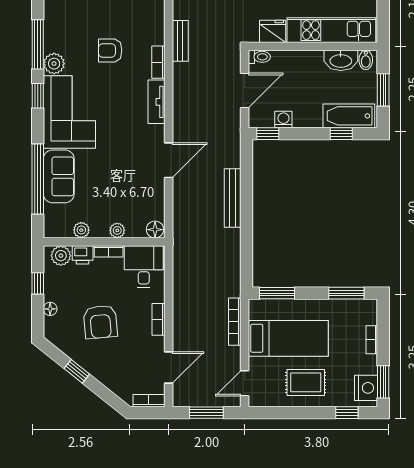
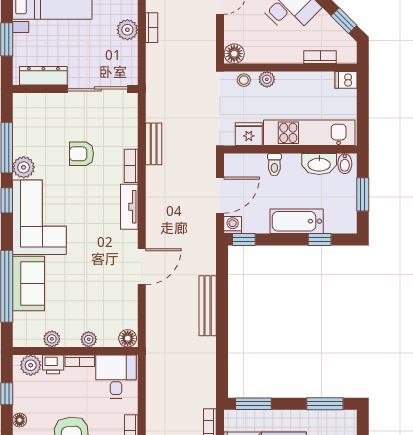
toilet: (259, 57) -> (274, 165), moved, turned 90
bathtub: (349, 116) -> (297, 221), moved
washing machine: (283, 120) -> (233, 225), moved

